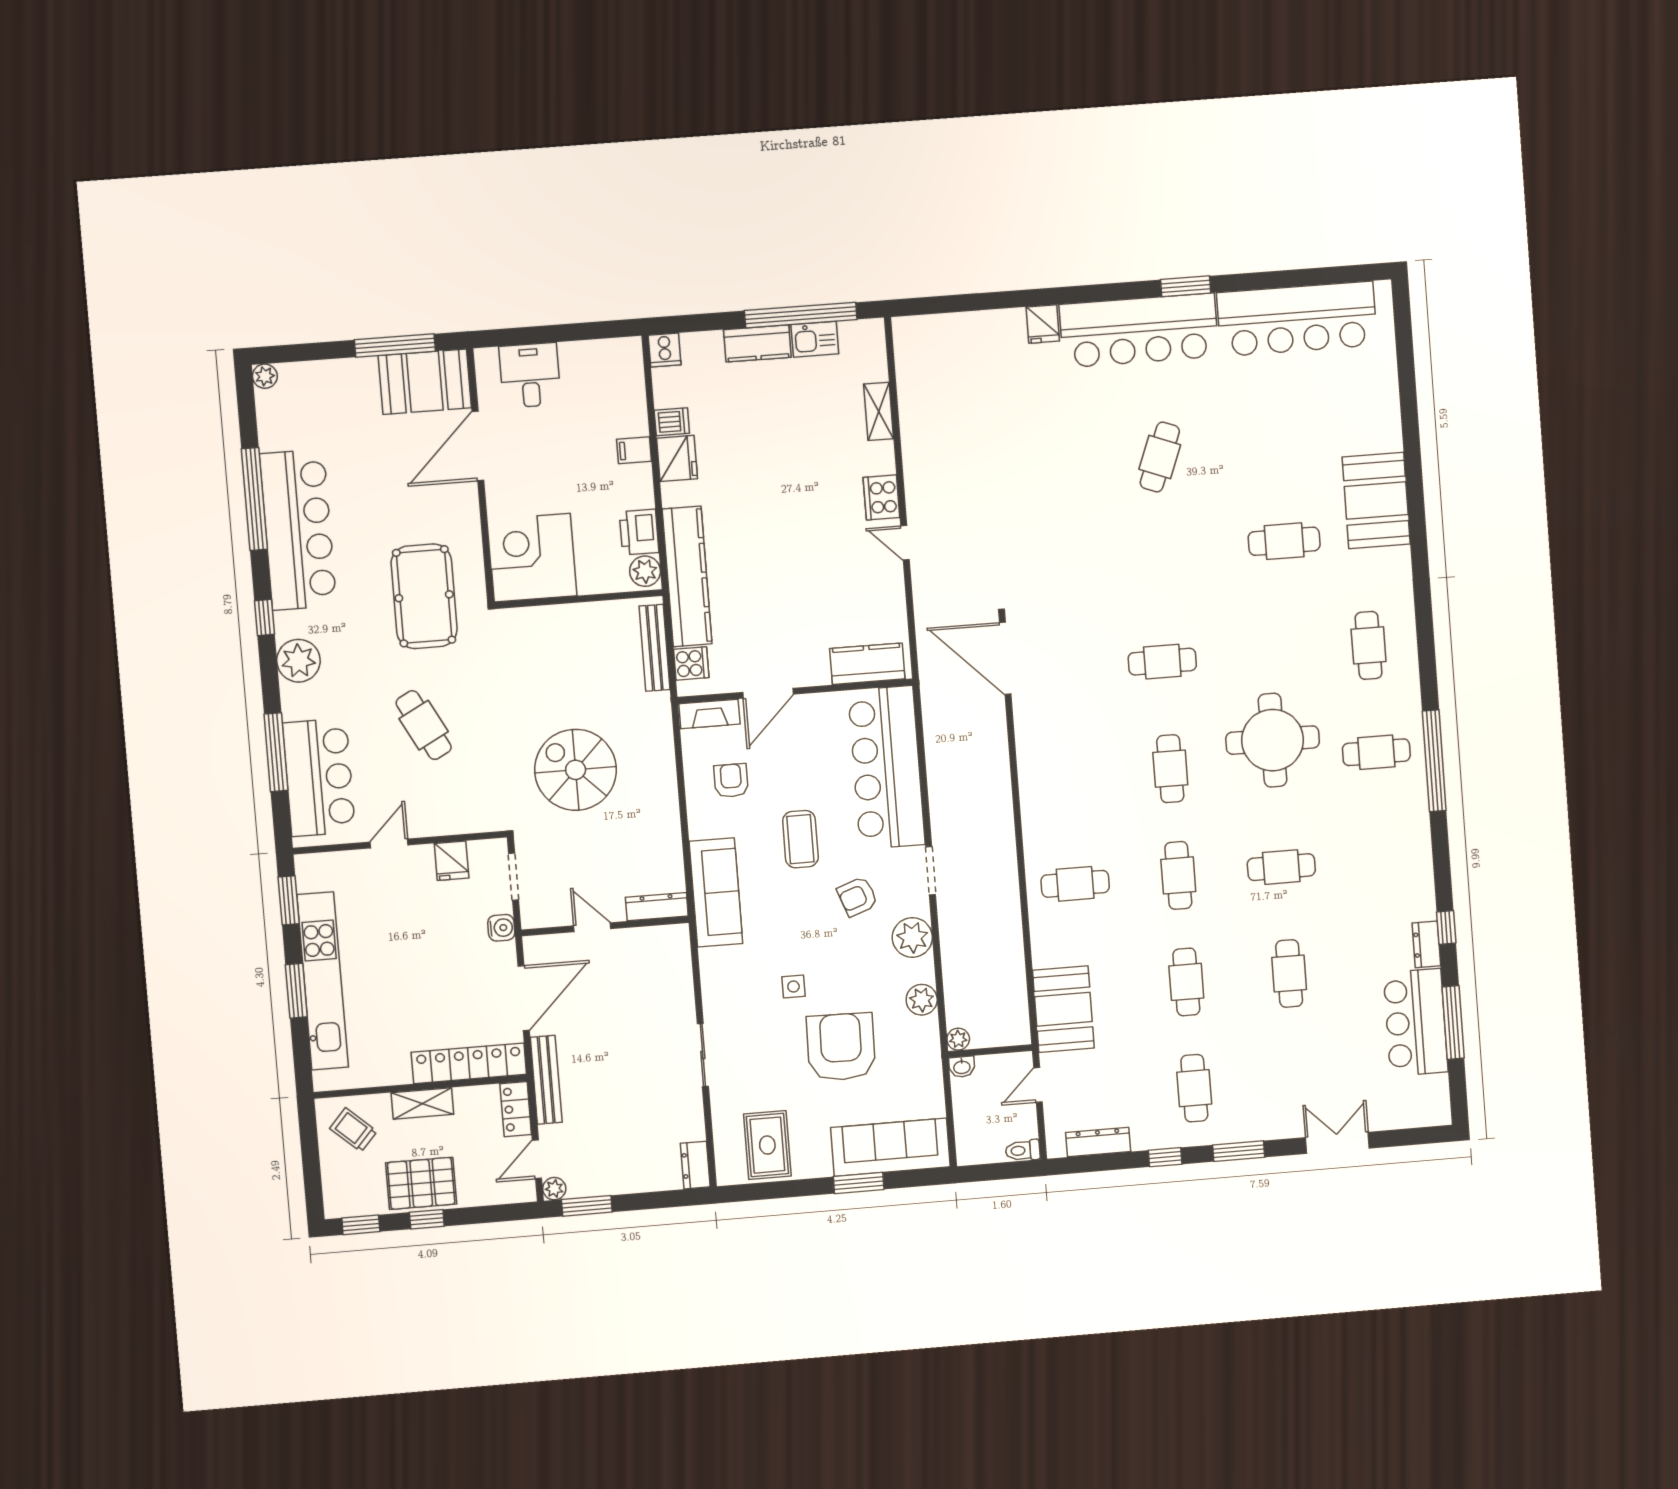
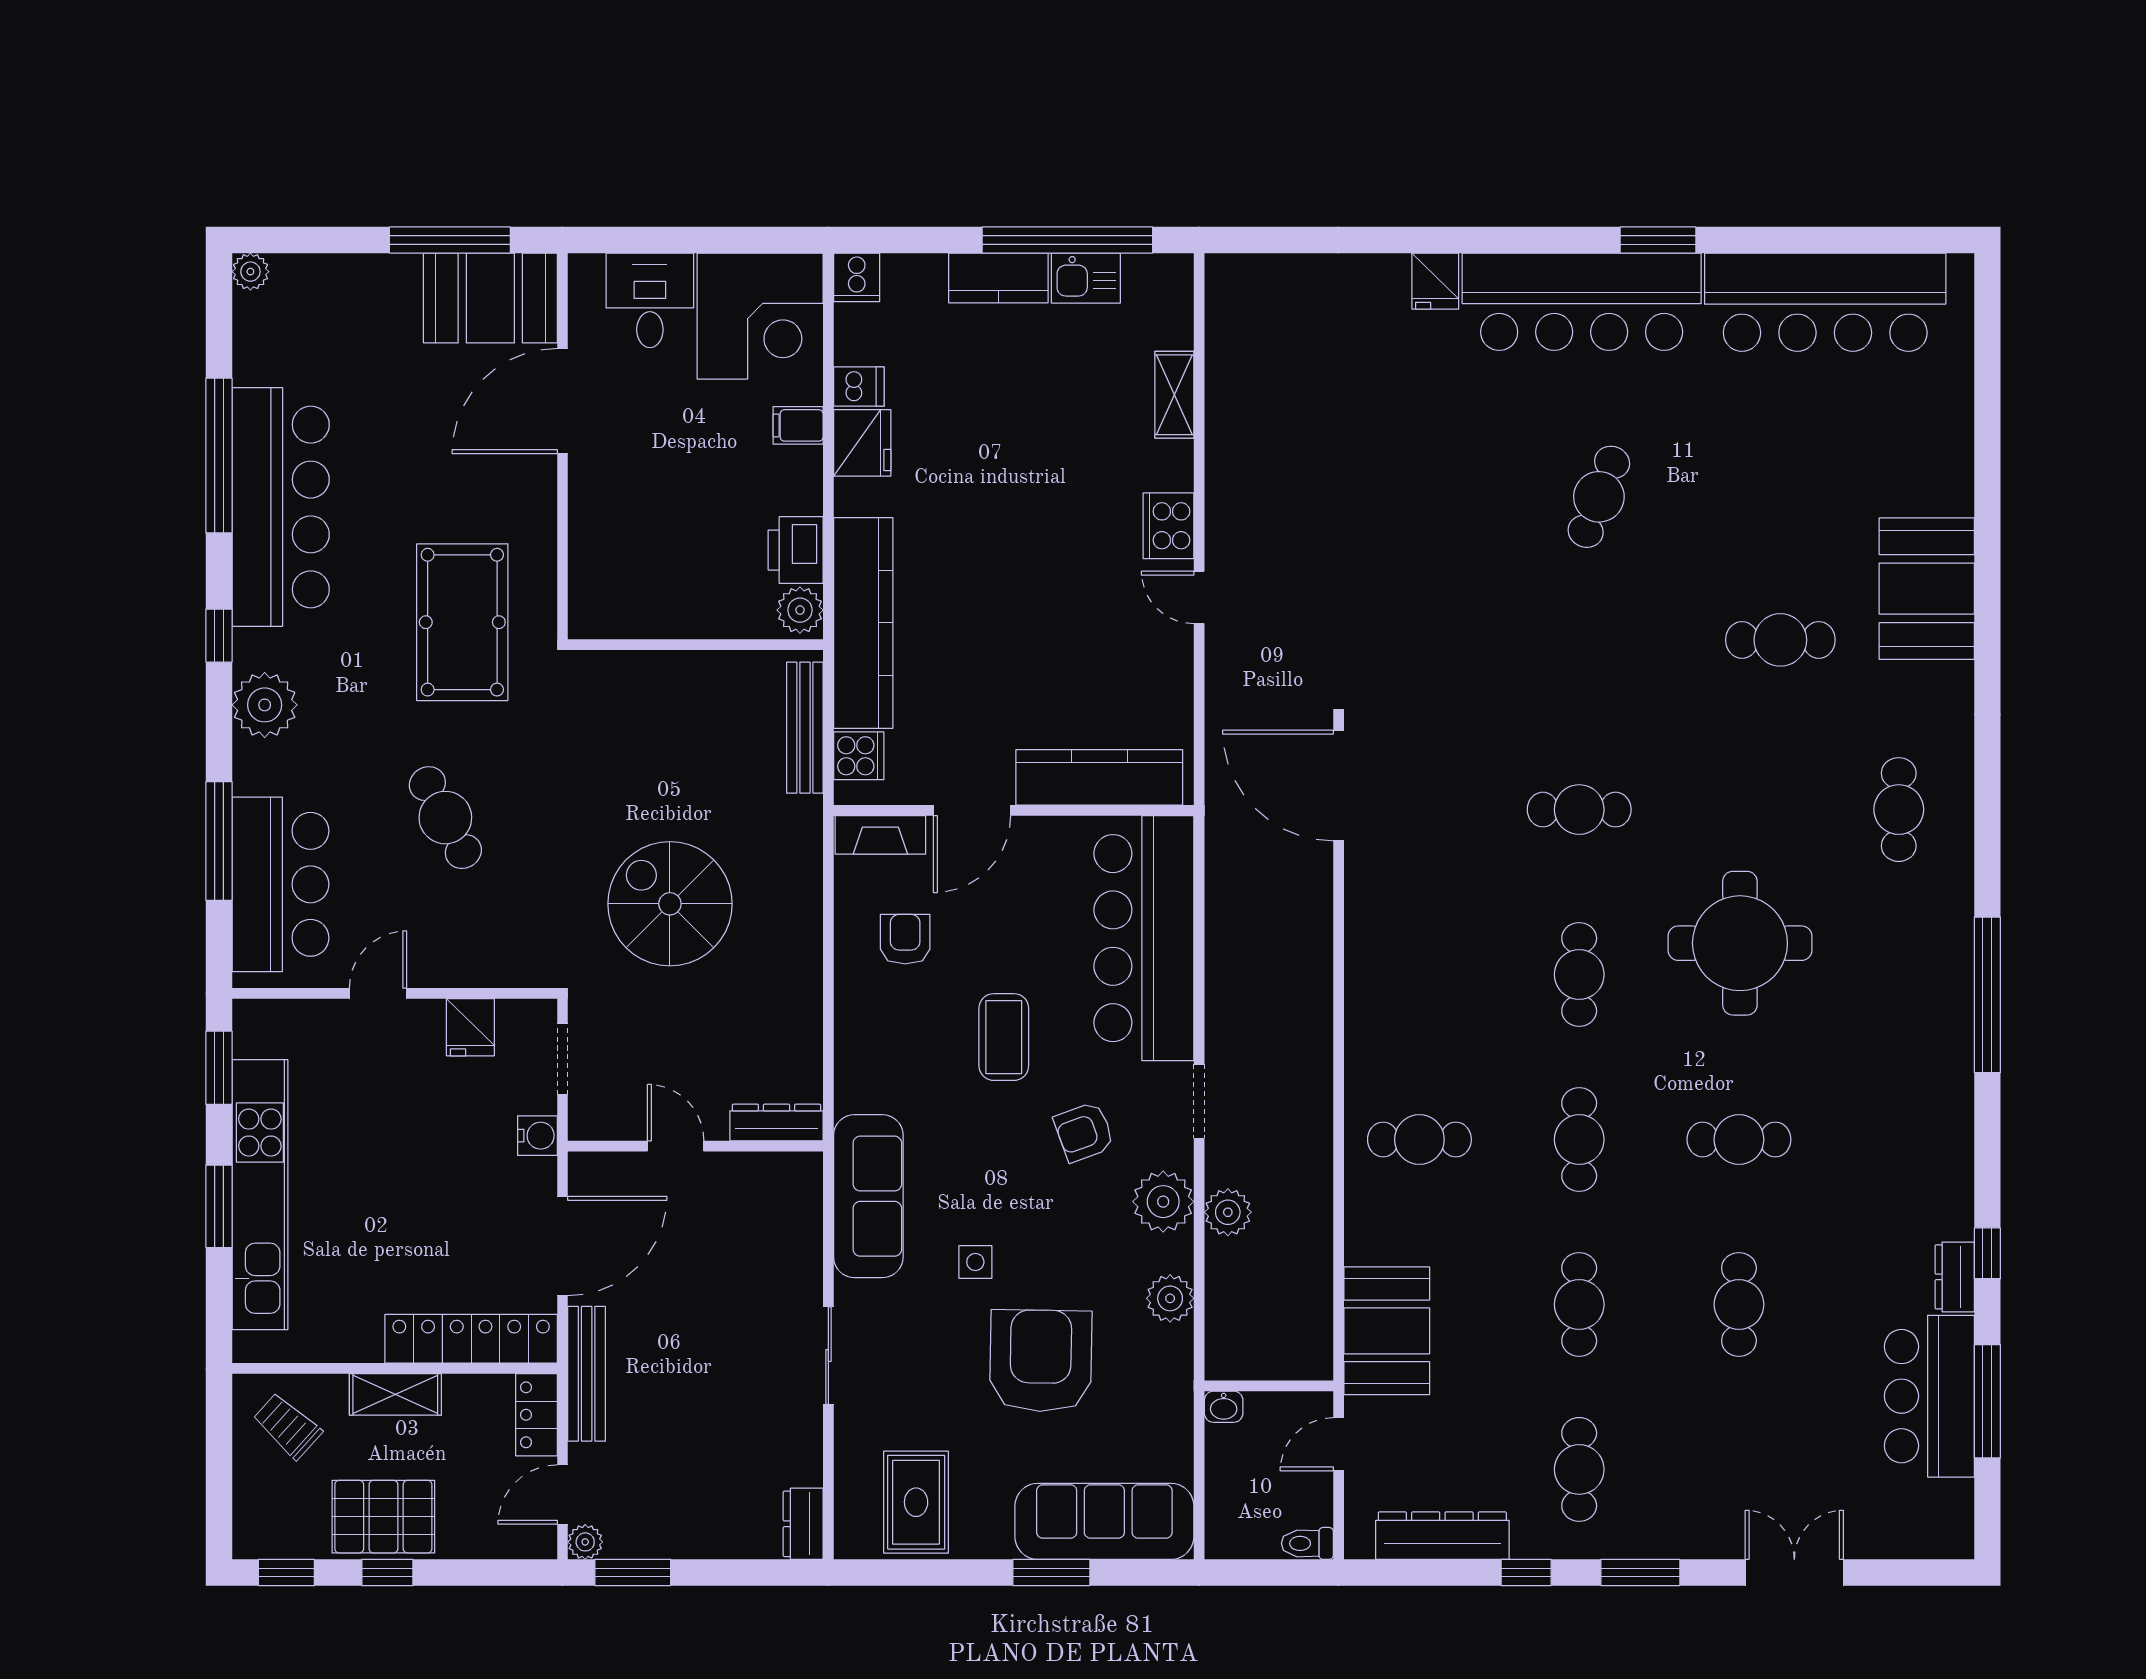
corner desk: (532, 558) -> (760, 316), moved, turned 180
kitchen counter: (867, 664) -> (1099, 777), width x1.50
cafe table: (1376, 752) -> (1899, 975), removed
sofa: (716, 892) -> (868, 1196), moved
plant: (958, 1039) -> (1228, 1212), moved, width x1.38, depth x1.38
dresser: (1098, 1142) -> (1442, 1536), width x1.37, depth x1.24

